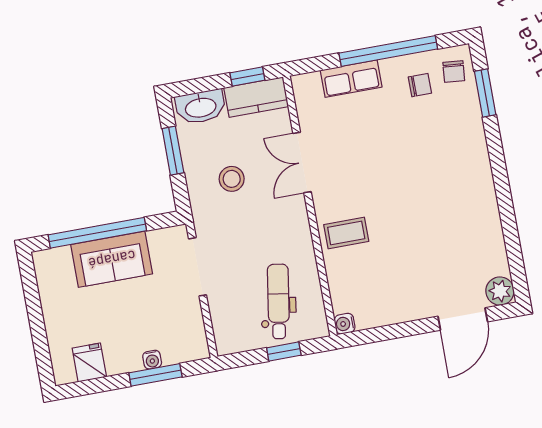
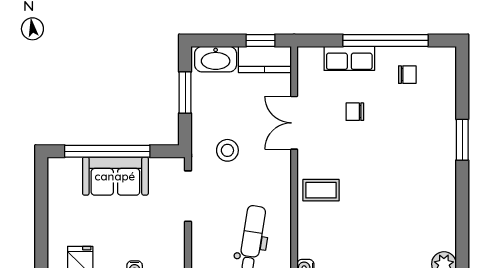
chair: (454, 71) -> (355, 112), moved, turned 85
window: (485, 93) -> (462, 140), moved
stool: (232, 179) -> (227, 150), moved

